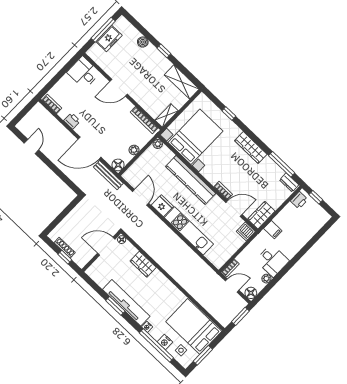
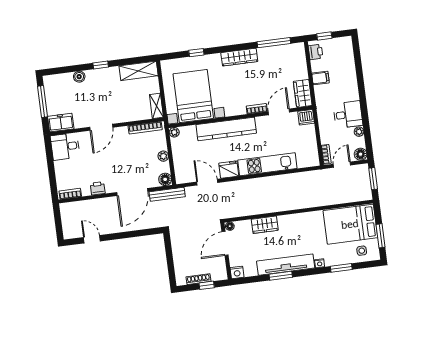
freezer: (109, 39) -> (61, 123), moved, turned -90
dresser: (289, 182) -> (294, 48), removed
filing cabinet: (273, 230) -> (320, 78), moved
nightstand: (165, 342) -> (237, 272), moved
window: (156, 345) -> (341, 268), width x0.47

